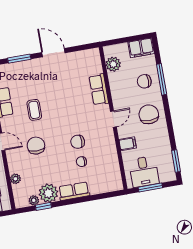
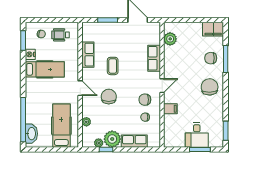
plant: (113, 64) -> (170, 39), moved
row of seats: (99, 90) -> (154, 58), moved
wall: (113, 118) -> (162, 85), moved
door: (113, 119) -> (162, 86), moved
filing cabinet: (128, 144) -> (170, 109), moved

